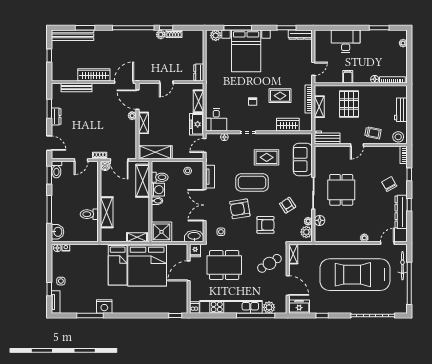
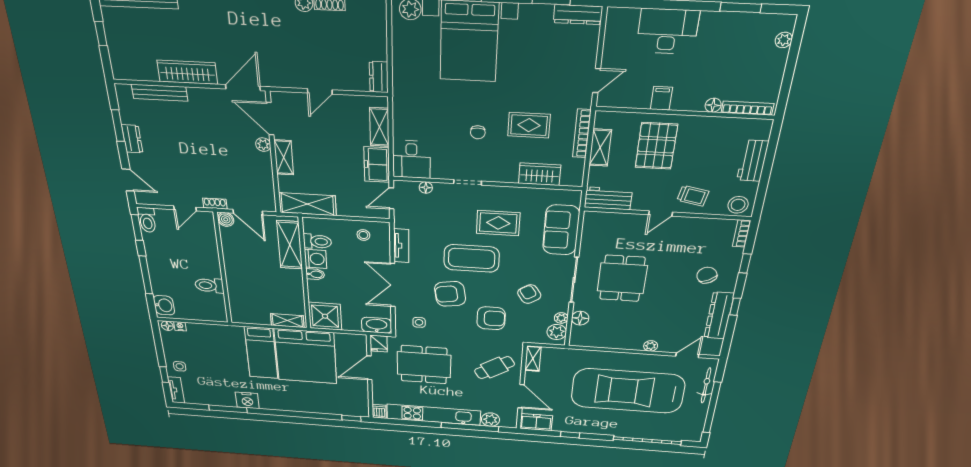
shelving: (107, 212) -> (236, 285), removed

